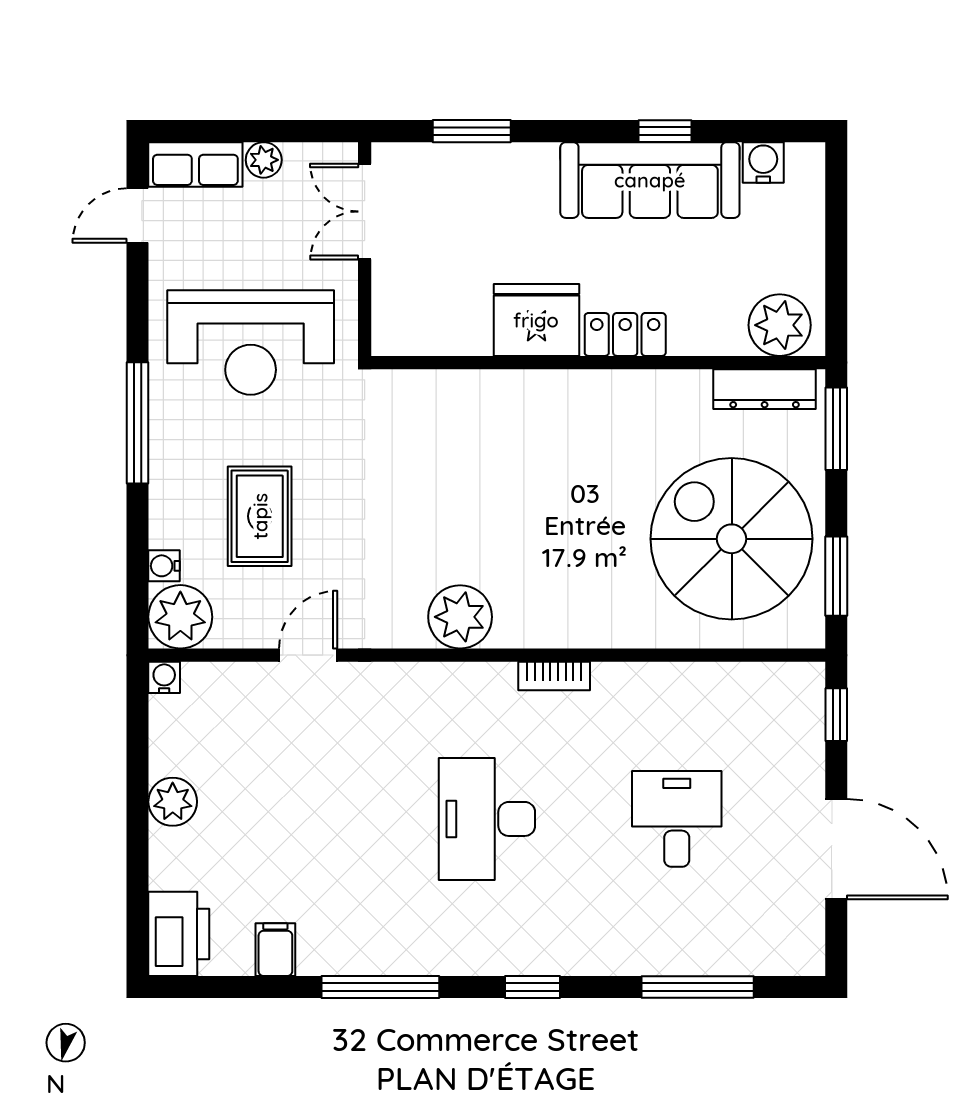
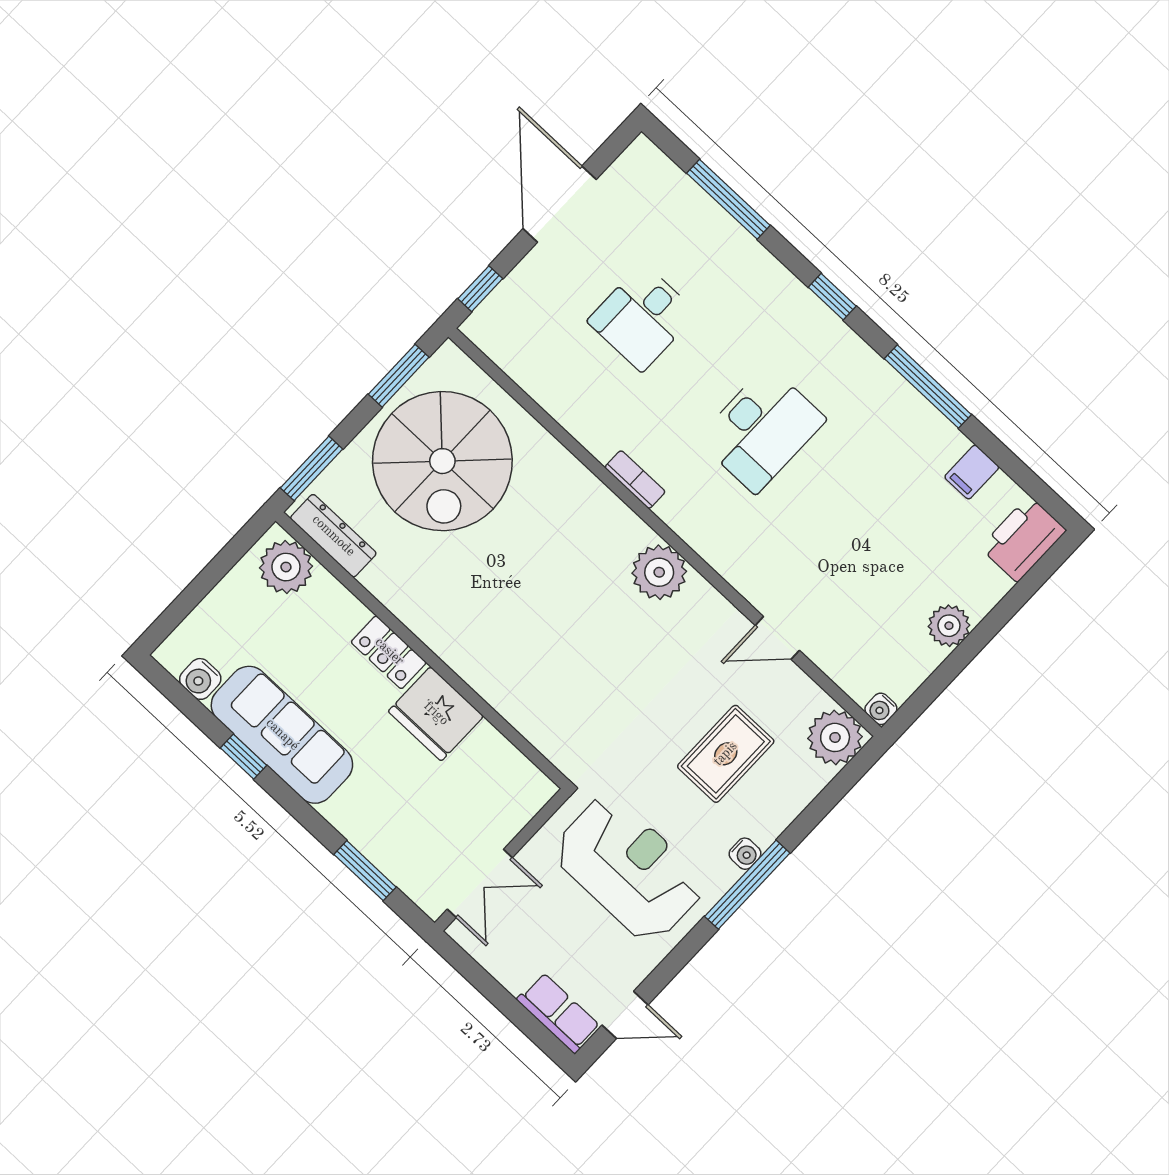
plant: (264, 160) -> (513, 975), removed
water cooler: (164, 566) -> (745, 854), moved

